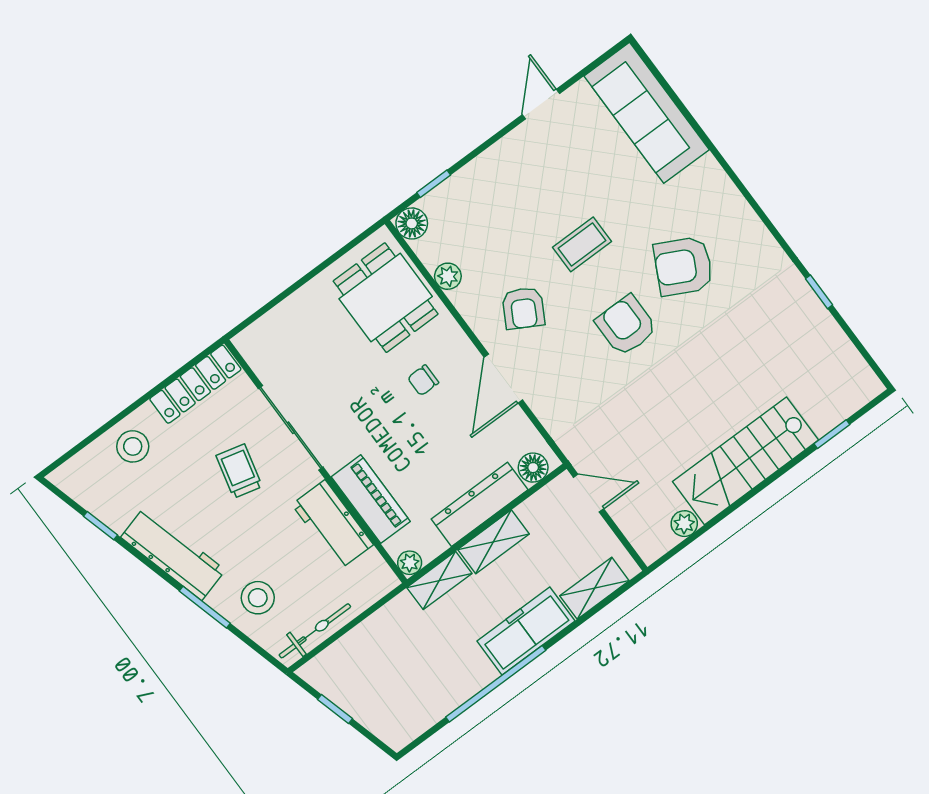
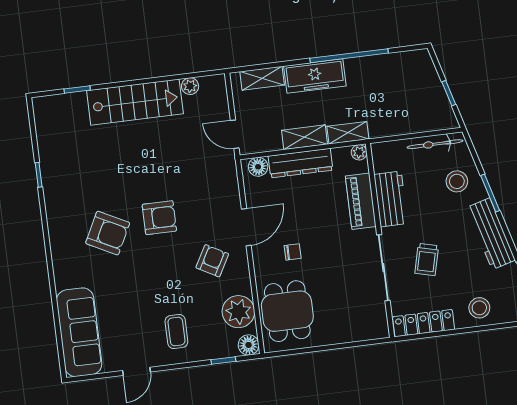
coffee table: (582, 244) -> (176, 331), moved, turned 90
plant: (448, 276) -> (238, 312), width x1.87, depth x1.87
armchair: (626, 326) -> (159, 218), turned -90

